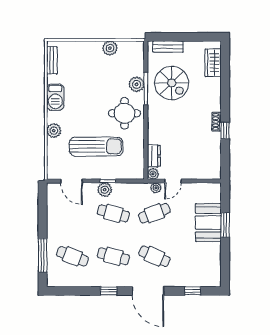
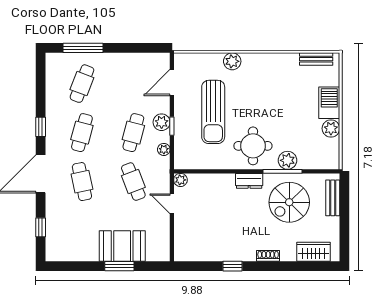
barbecue: (55, 97) -> (329, 103), moved, turned 90
shoe rack: (217, 122) -> (268, 256), moved
dresser: (154, 156) -> (249, 181), moved
plant: (156, 188) -> (164, 149), moved
cafe table: (154, 256) -> (82, 182), turned -36

